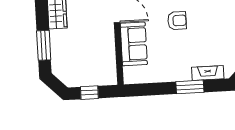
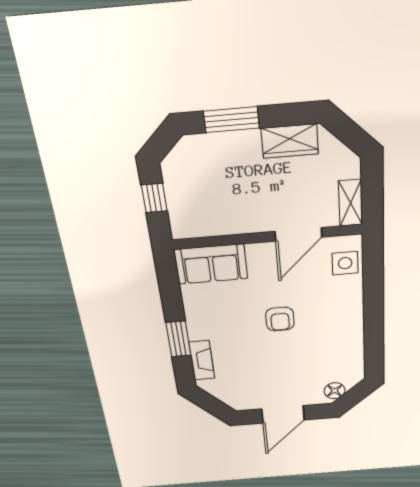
sofa: (134, 44) -> (211, 264), moved

